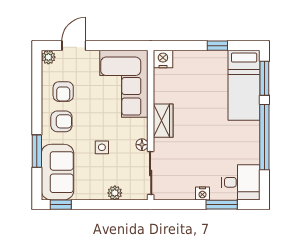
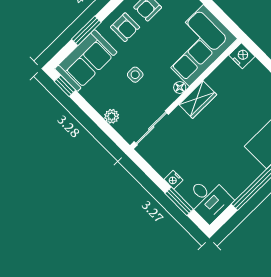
floor lamp: (142, 145) -> (180, 88), moved

